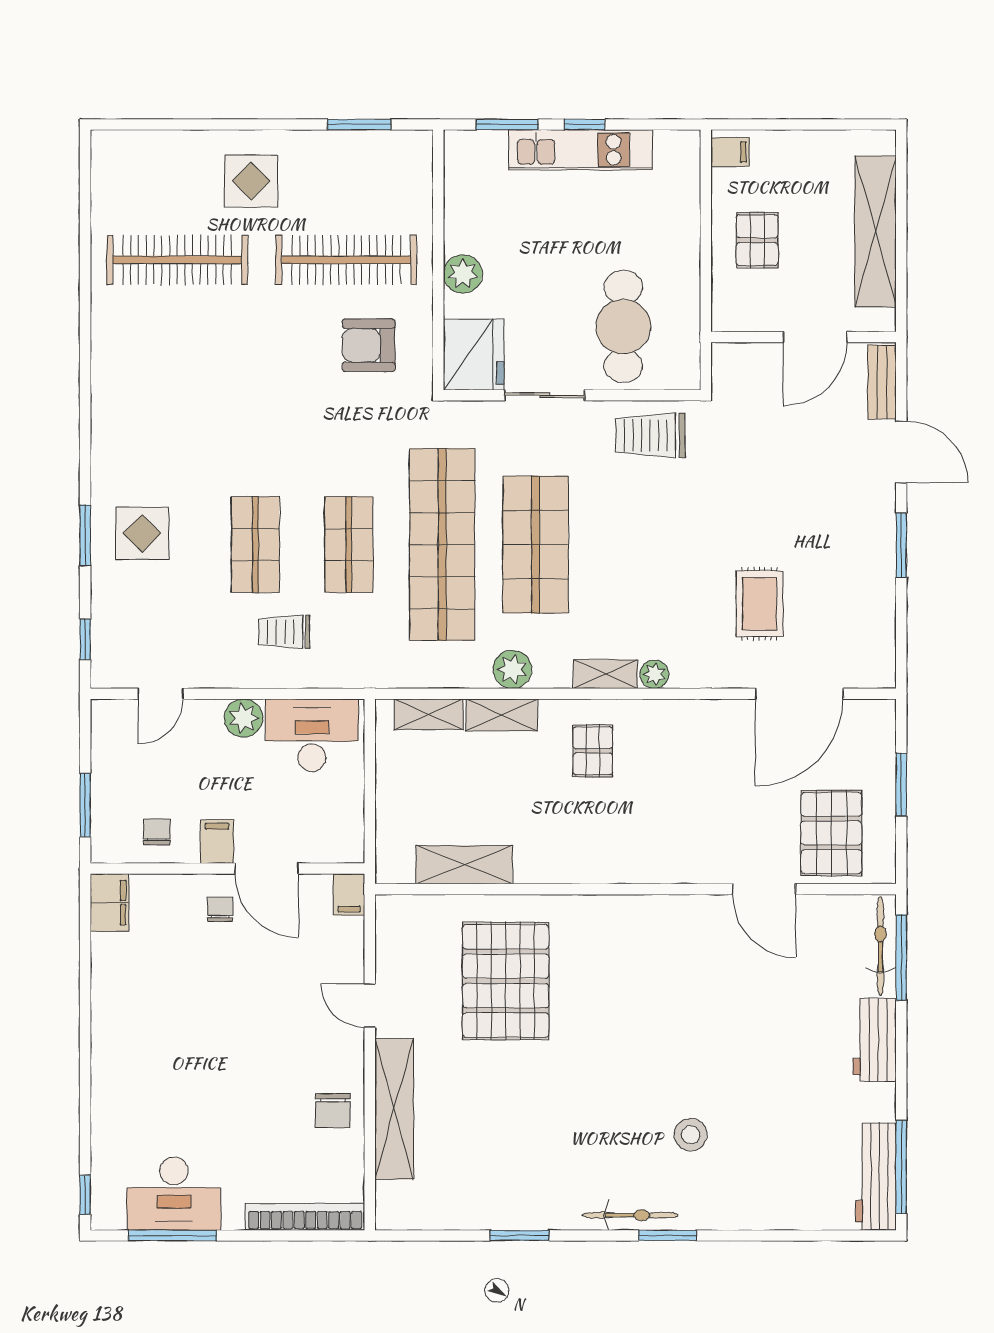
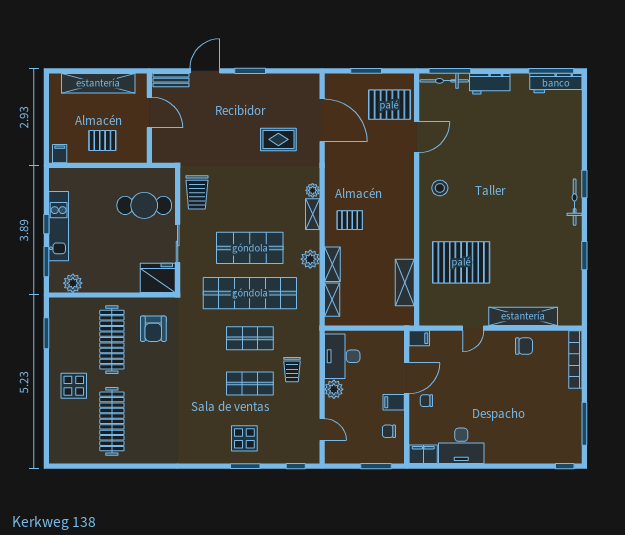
plant: (463, 274) -> (73, 283), moved
stool: (691, 1135) -> (440, 188), moved
desk: (174, 1194) -> (461, 446), moved, turned 90

